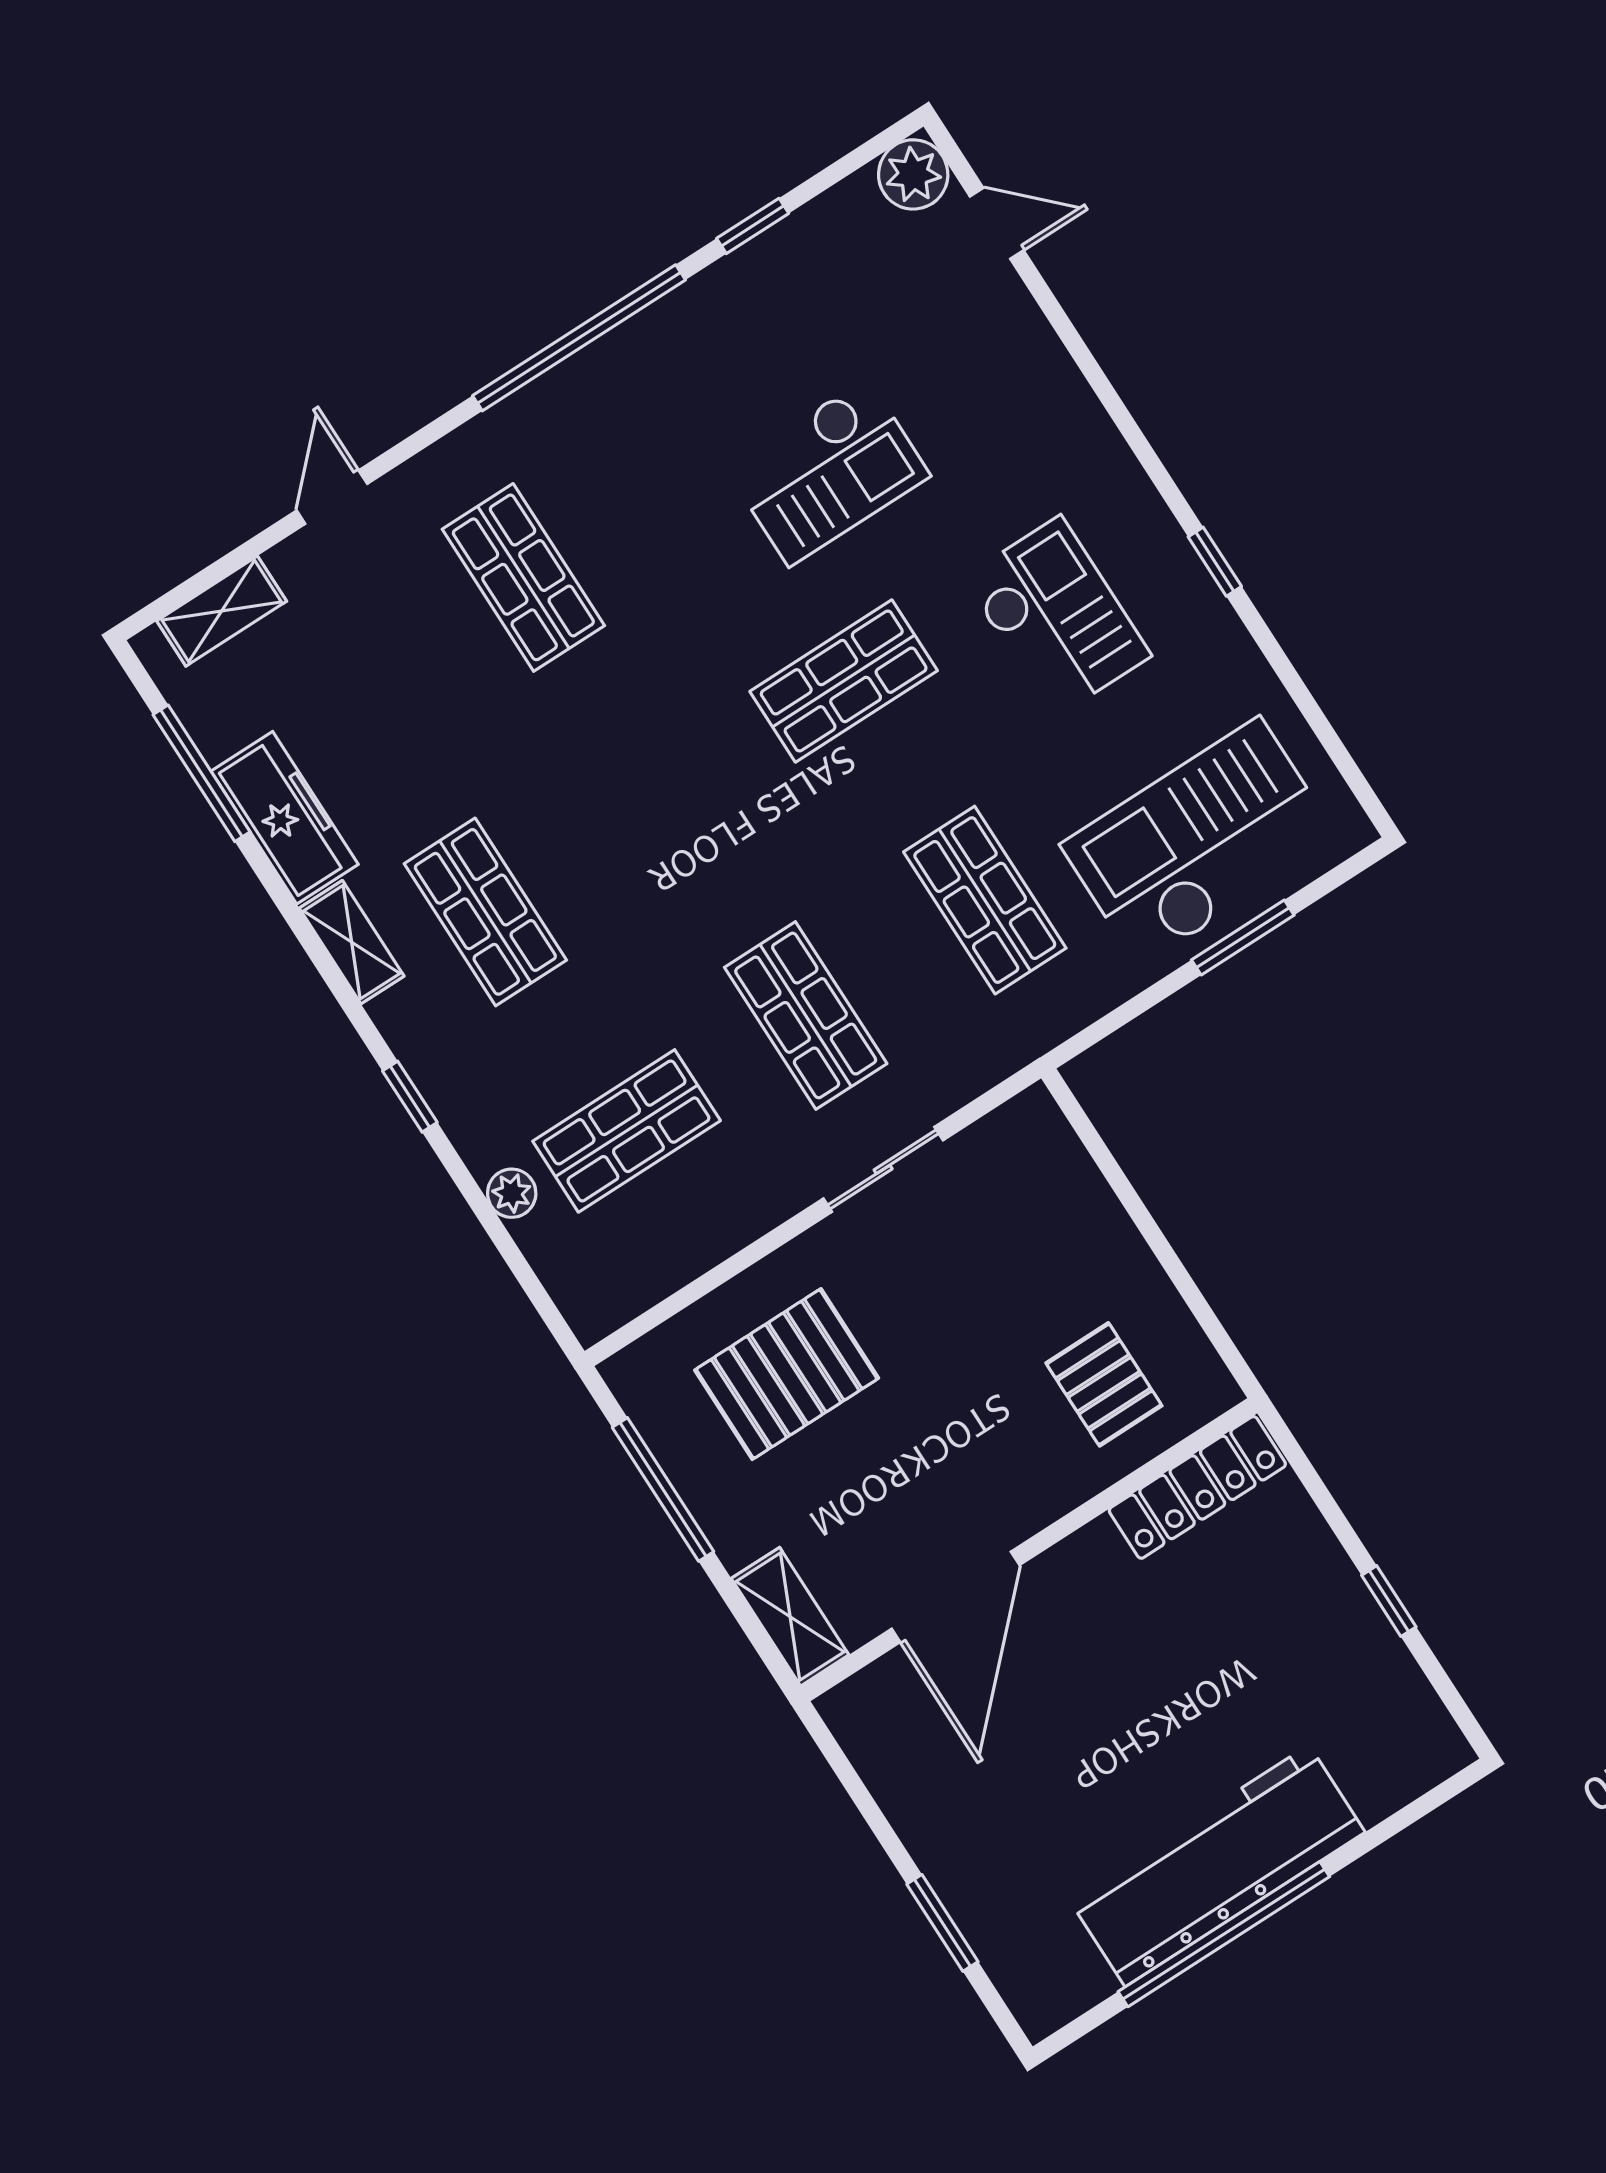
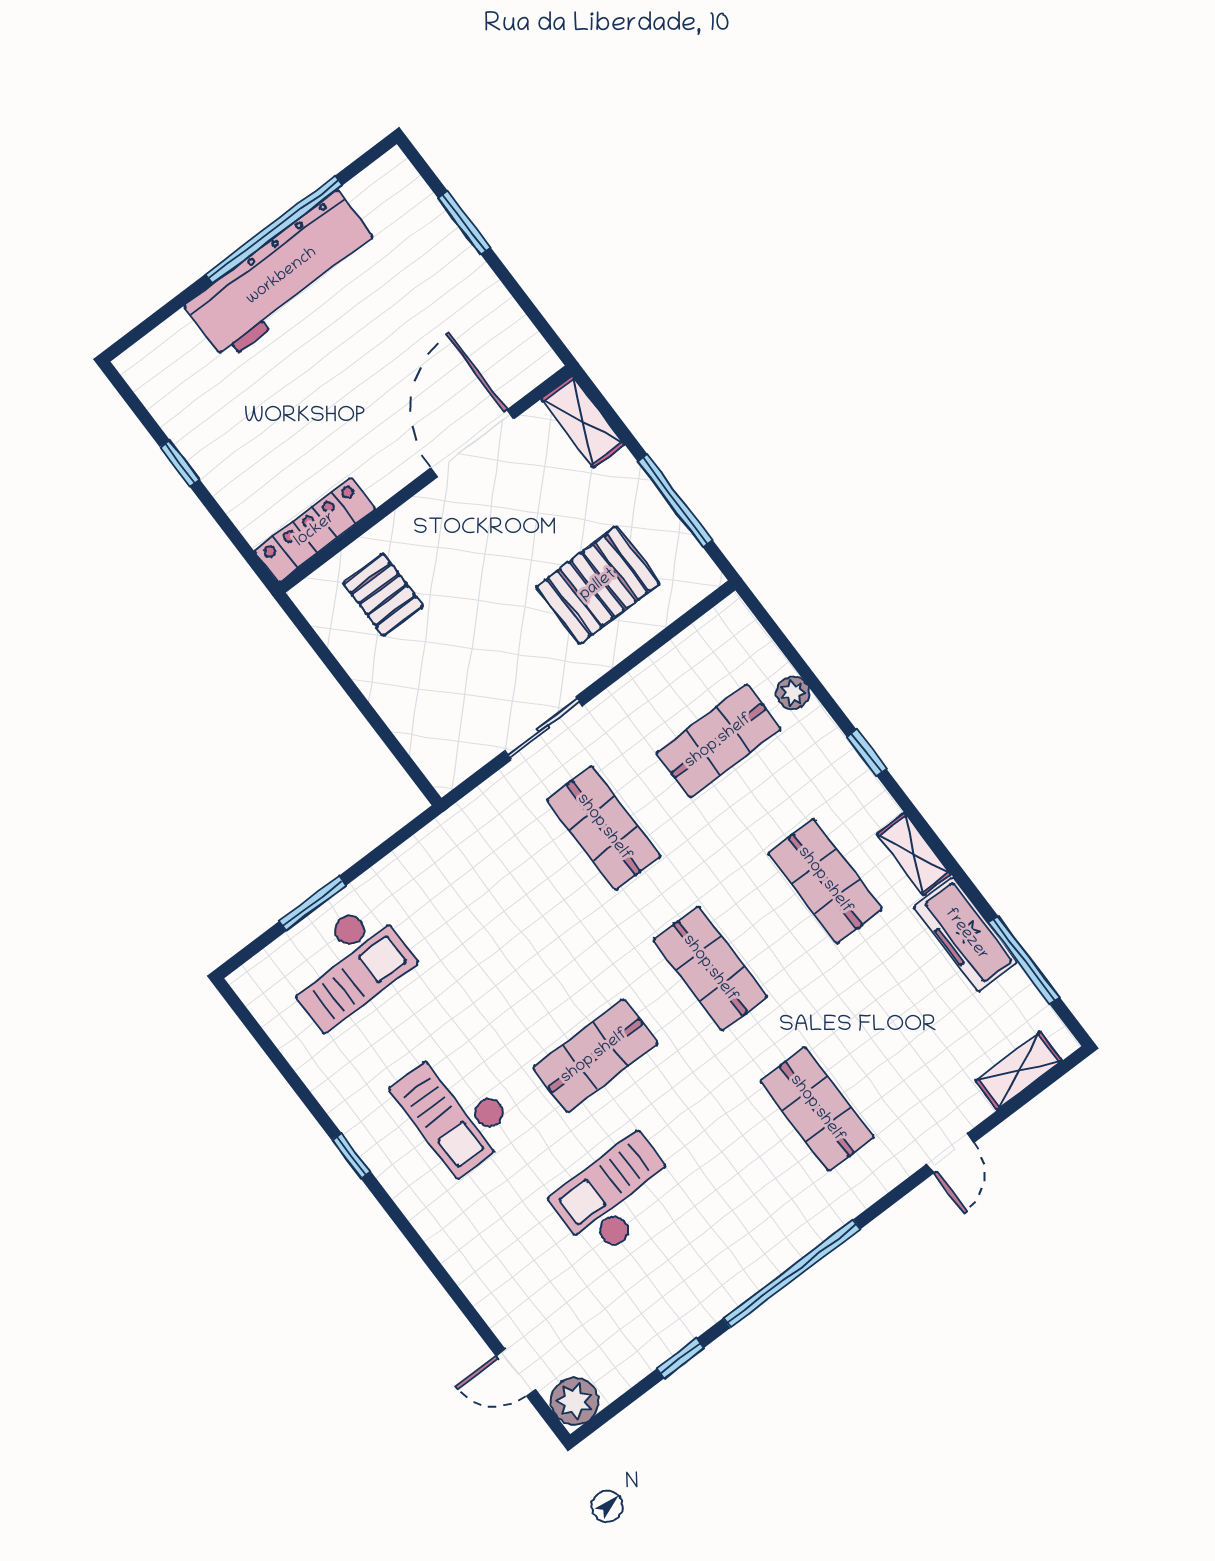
checkout: (1200, 842) -> (347, 965), width x0.73, depth x0.83
shop shelf: (985, 900) -> (710, 969), moved

